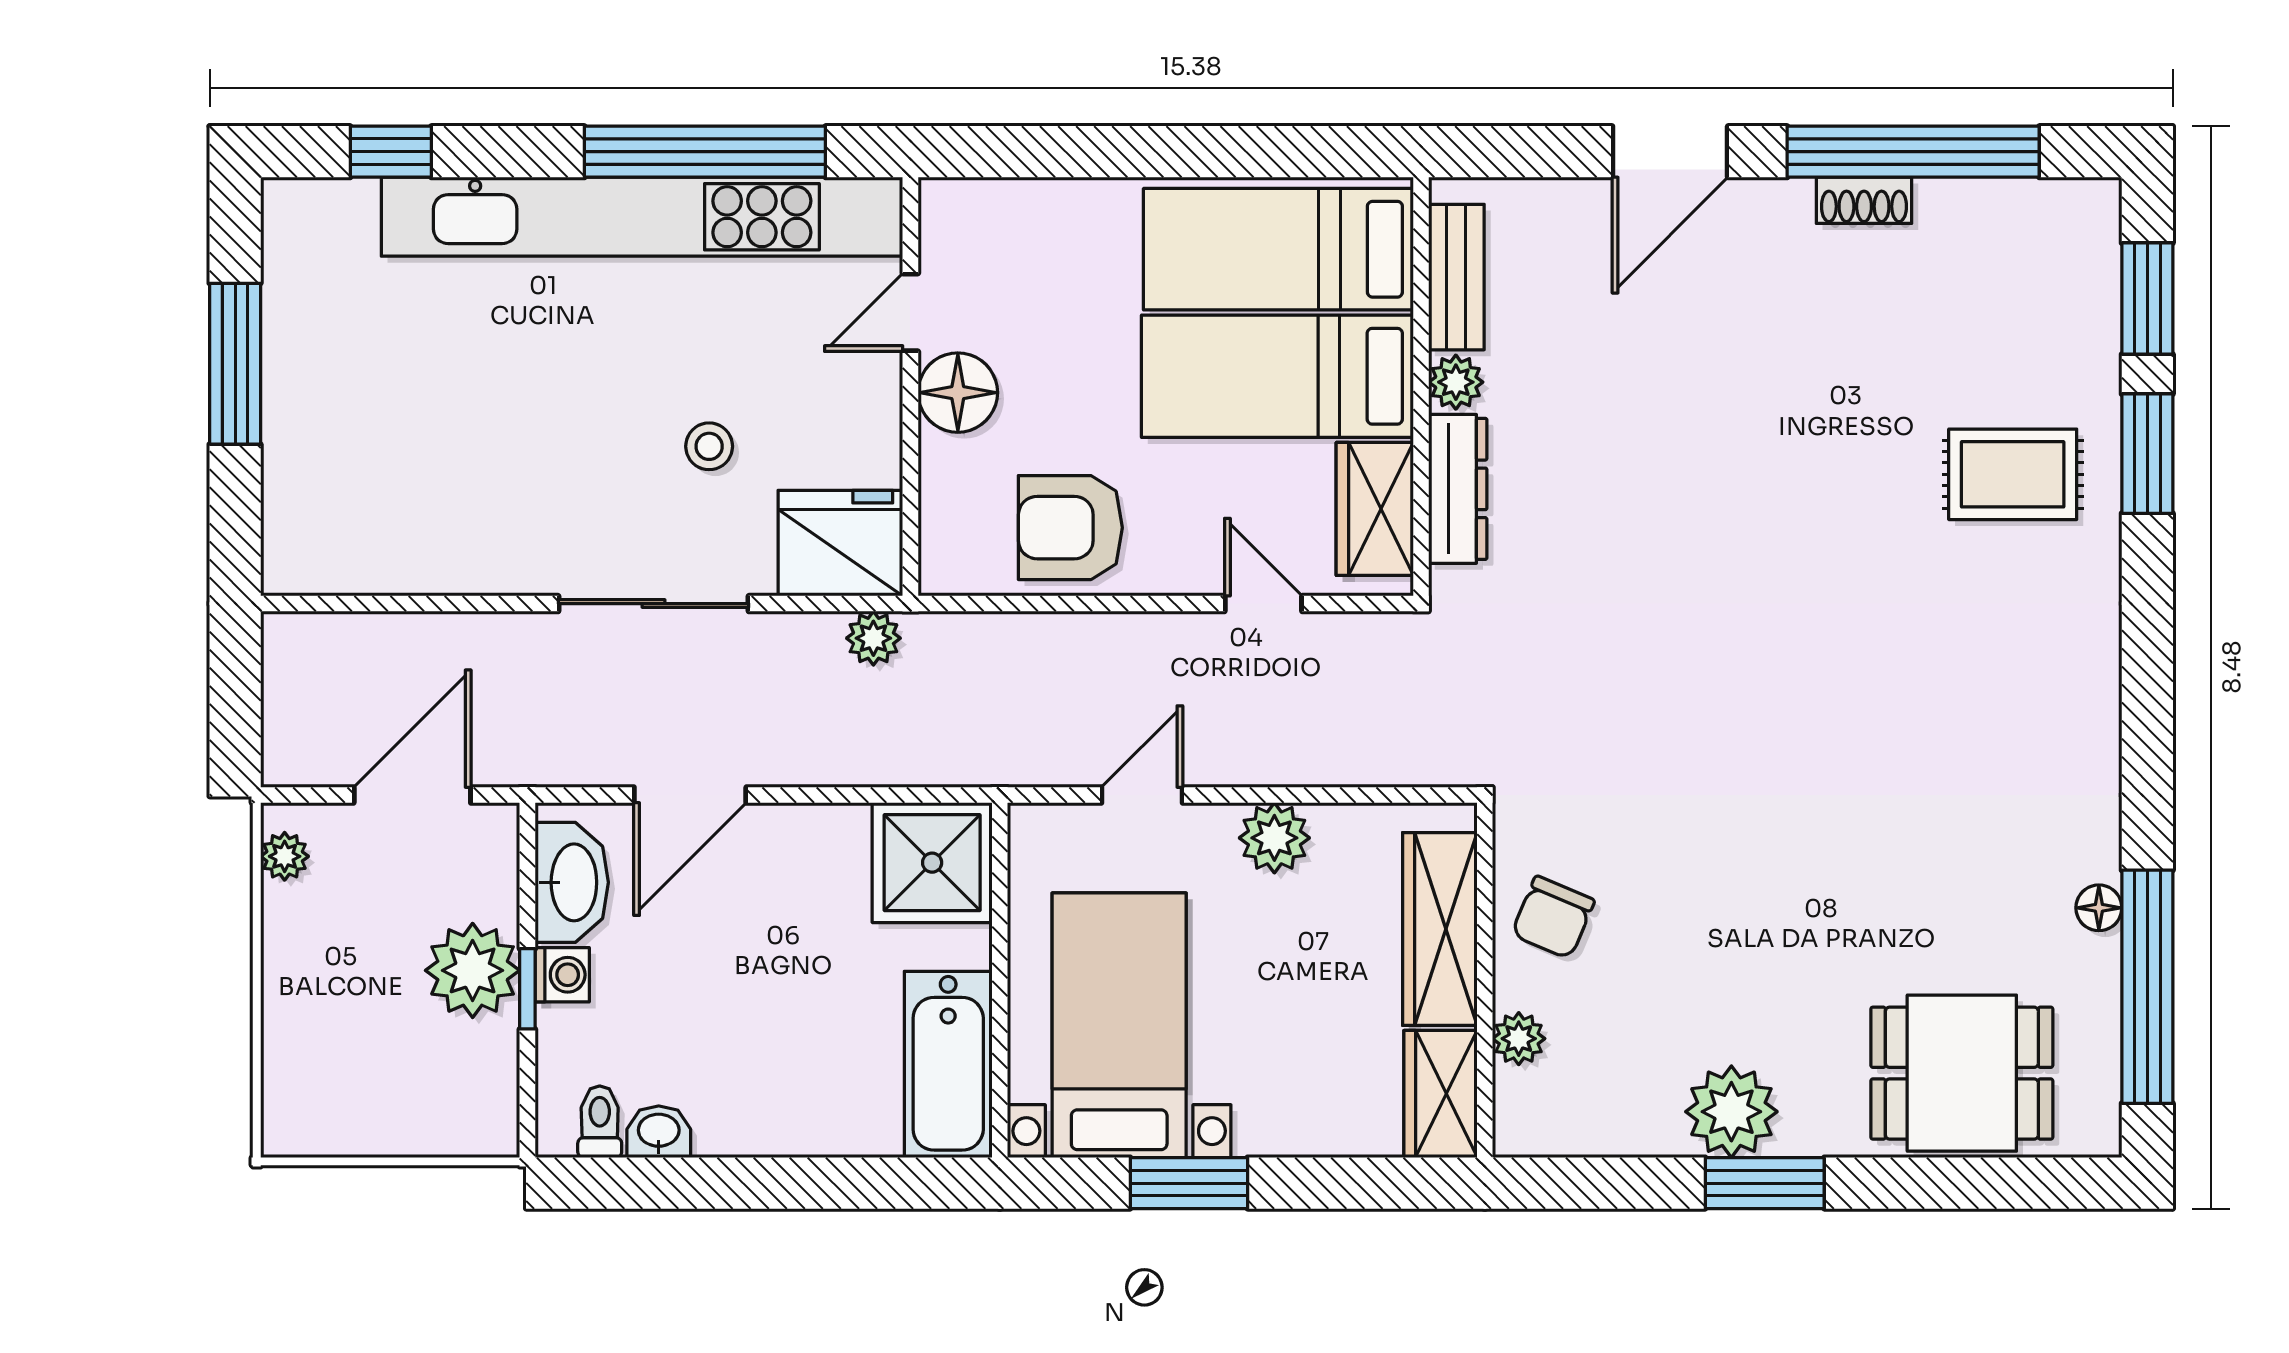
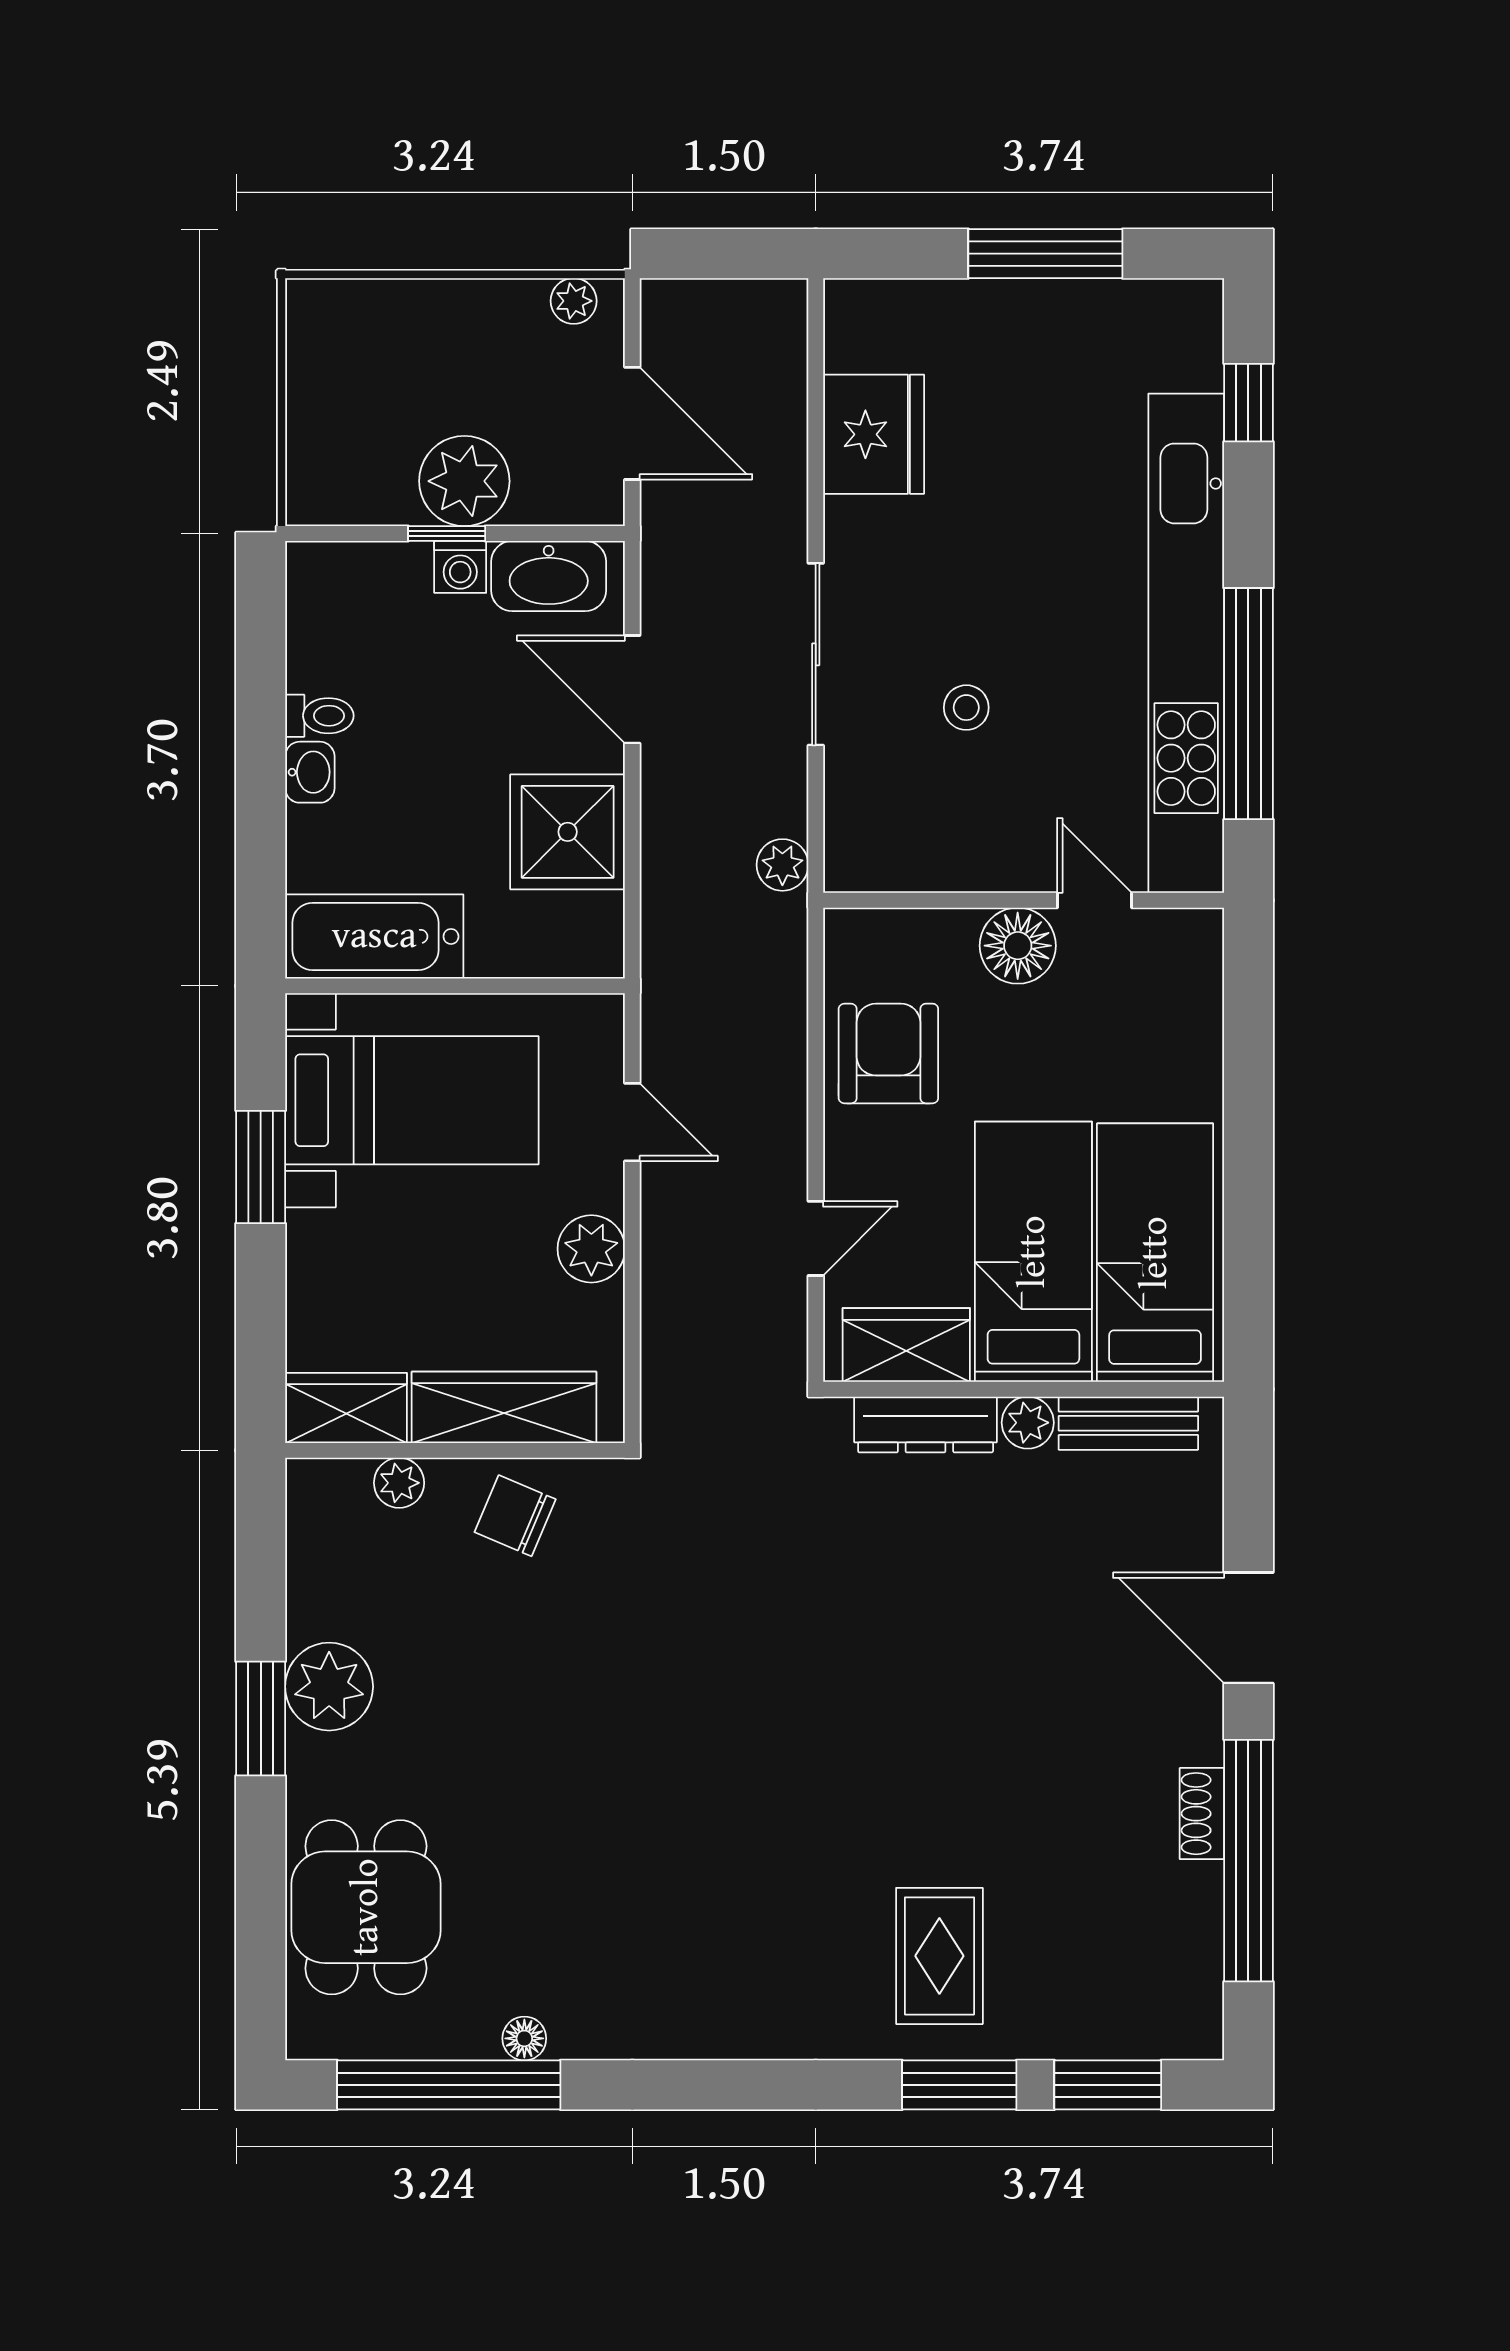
fridge: (840, 543) -> (874, 434), moved
shower: (932, 863) -> (568, 832), moved
toilet: (600, 1122) -> (319, 716), moved
washbasin: (659, 1132) -> (310, 772), moved

